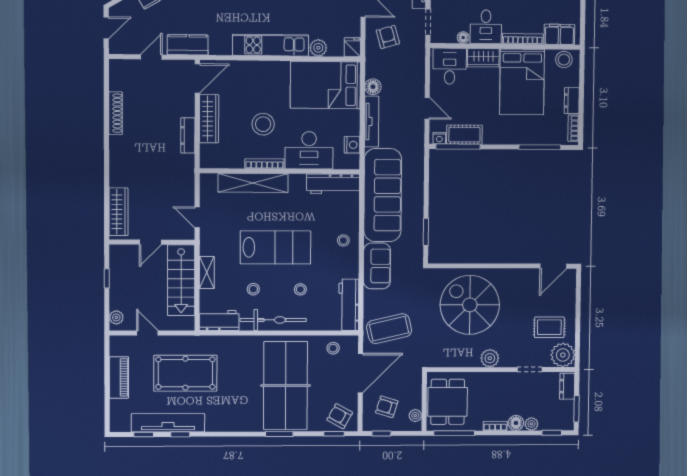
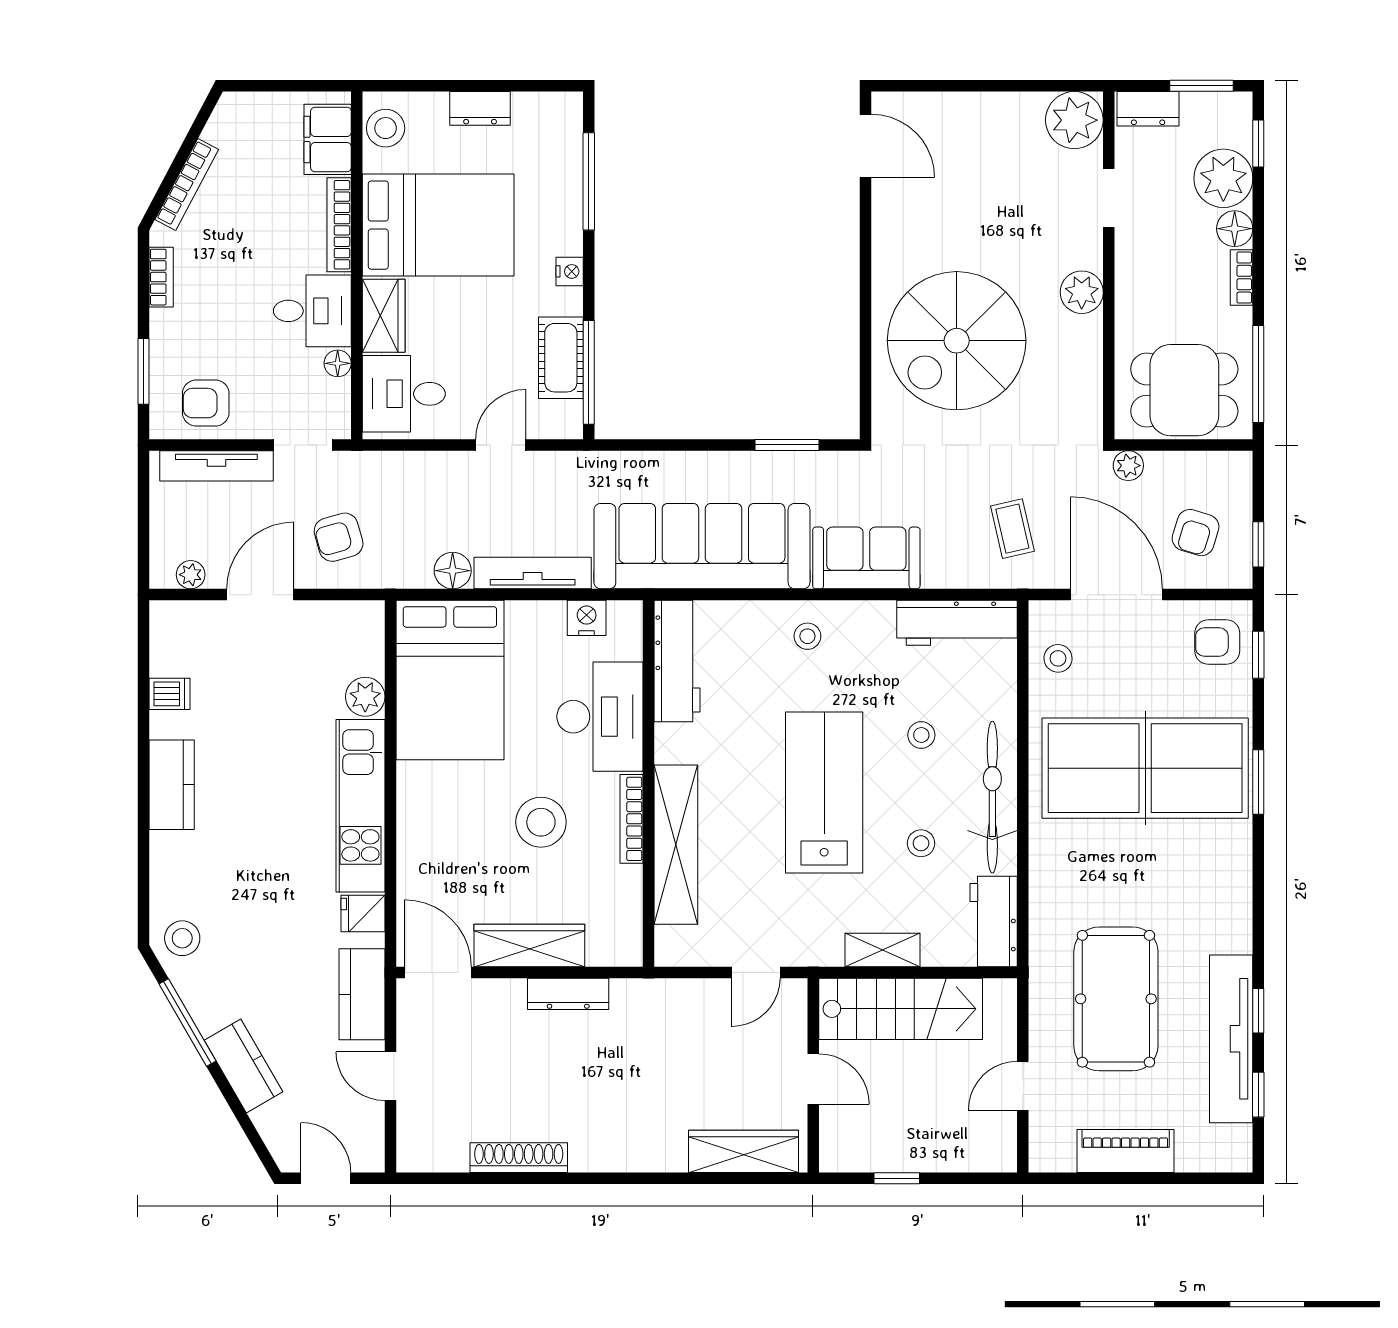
fridge: (352, 47) -> (363, 913), moved
bookcase: (573, 128) -> (544, 104), removed
nightstand: (439, 138) -> (570, 271), moved
plant: (116, 317) -> (987, 1157), removed
rug: (549, 327) -> (1009, 153), removed
coffee table: (389, 329) -> (1012, 529), width x0.54, depth x0.58
armchair: (340, 416) -> (1217, 642), turned 61
plant: (415, 416) -> (1128, 466), moved
plant: (531, 424) -> (1223, 178), width x1.87, depth x1.87

